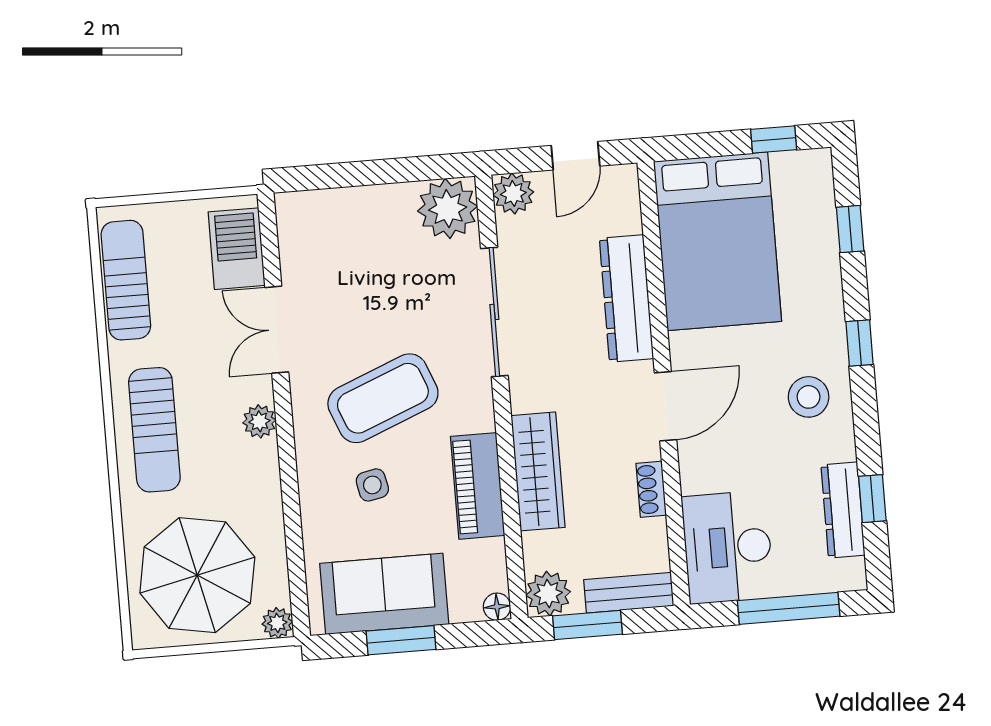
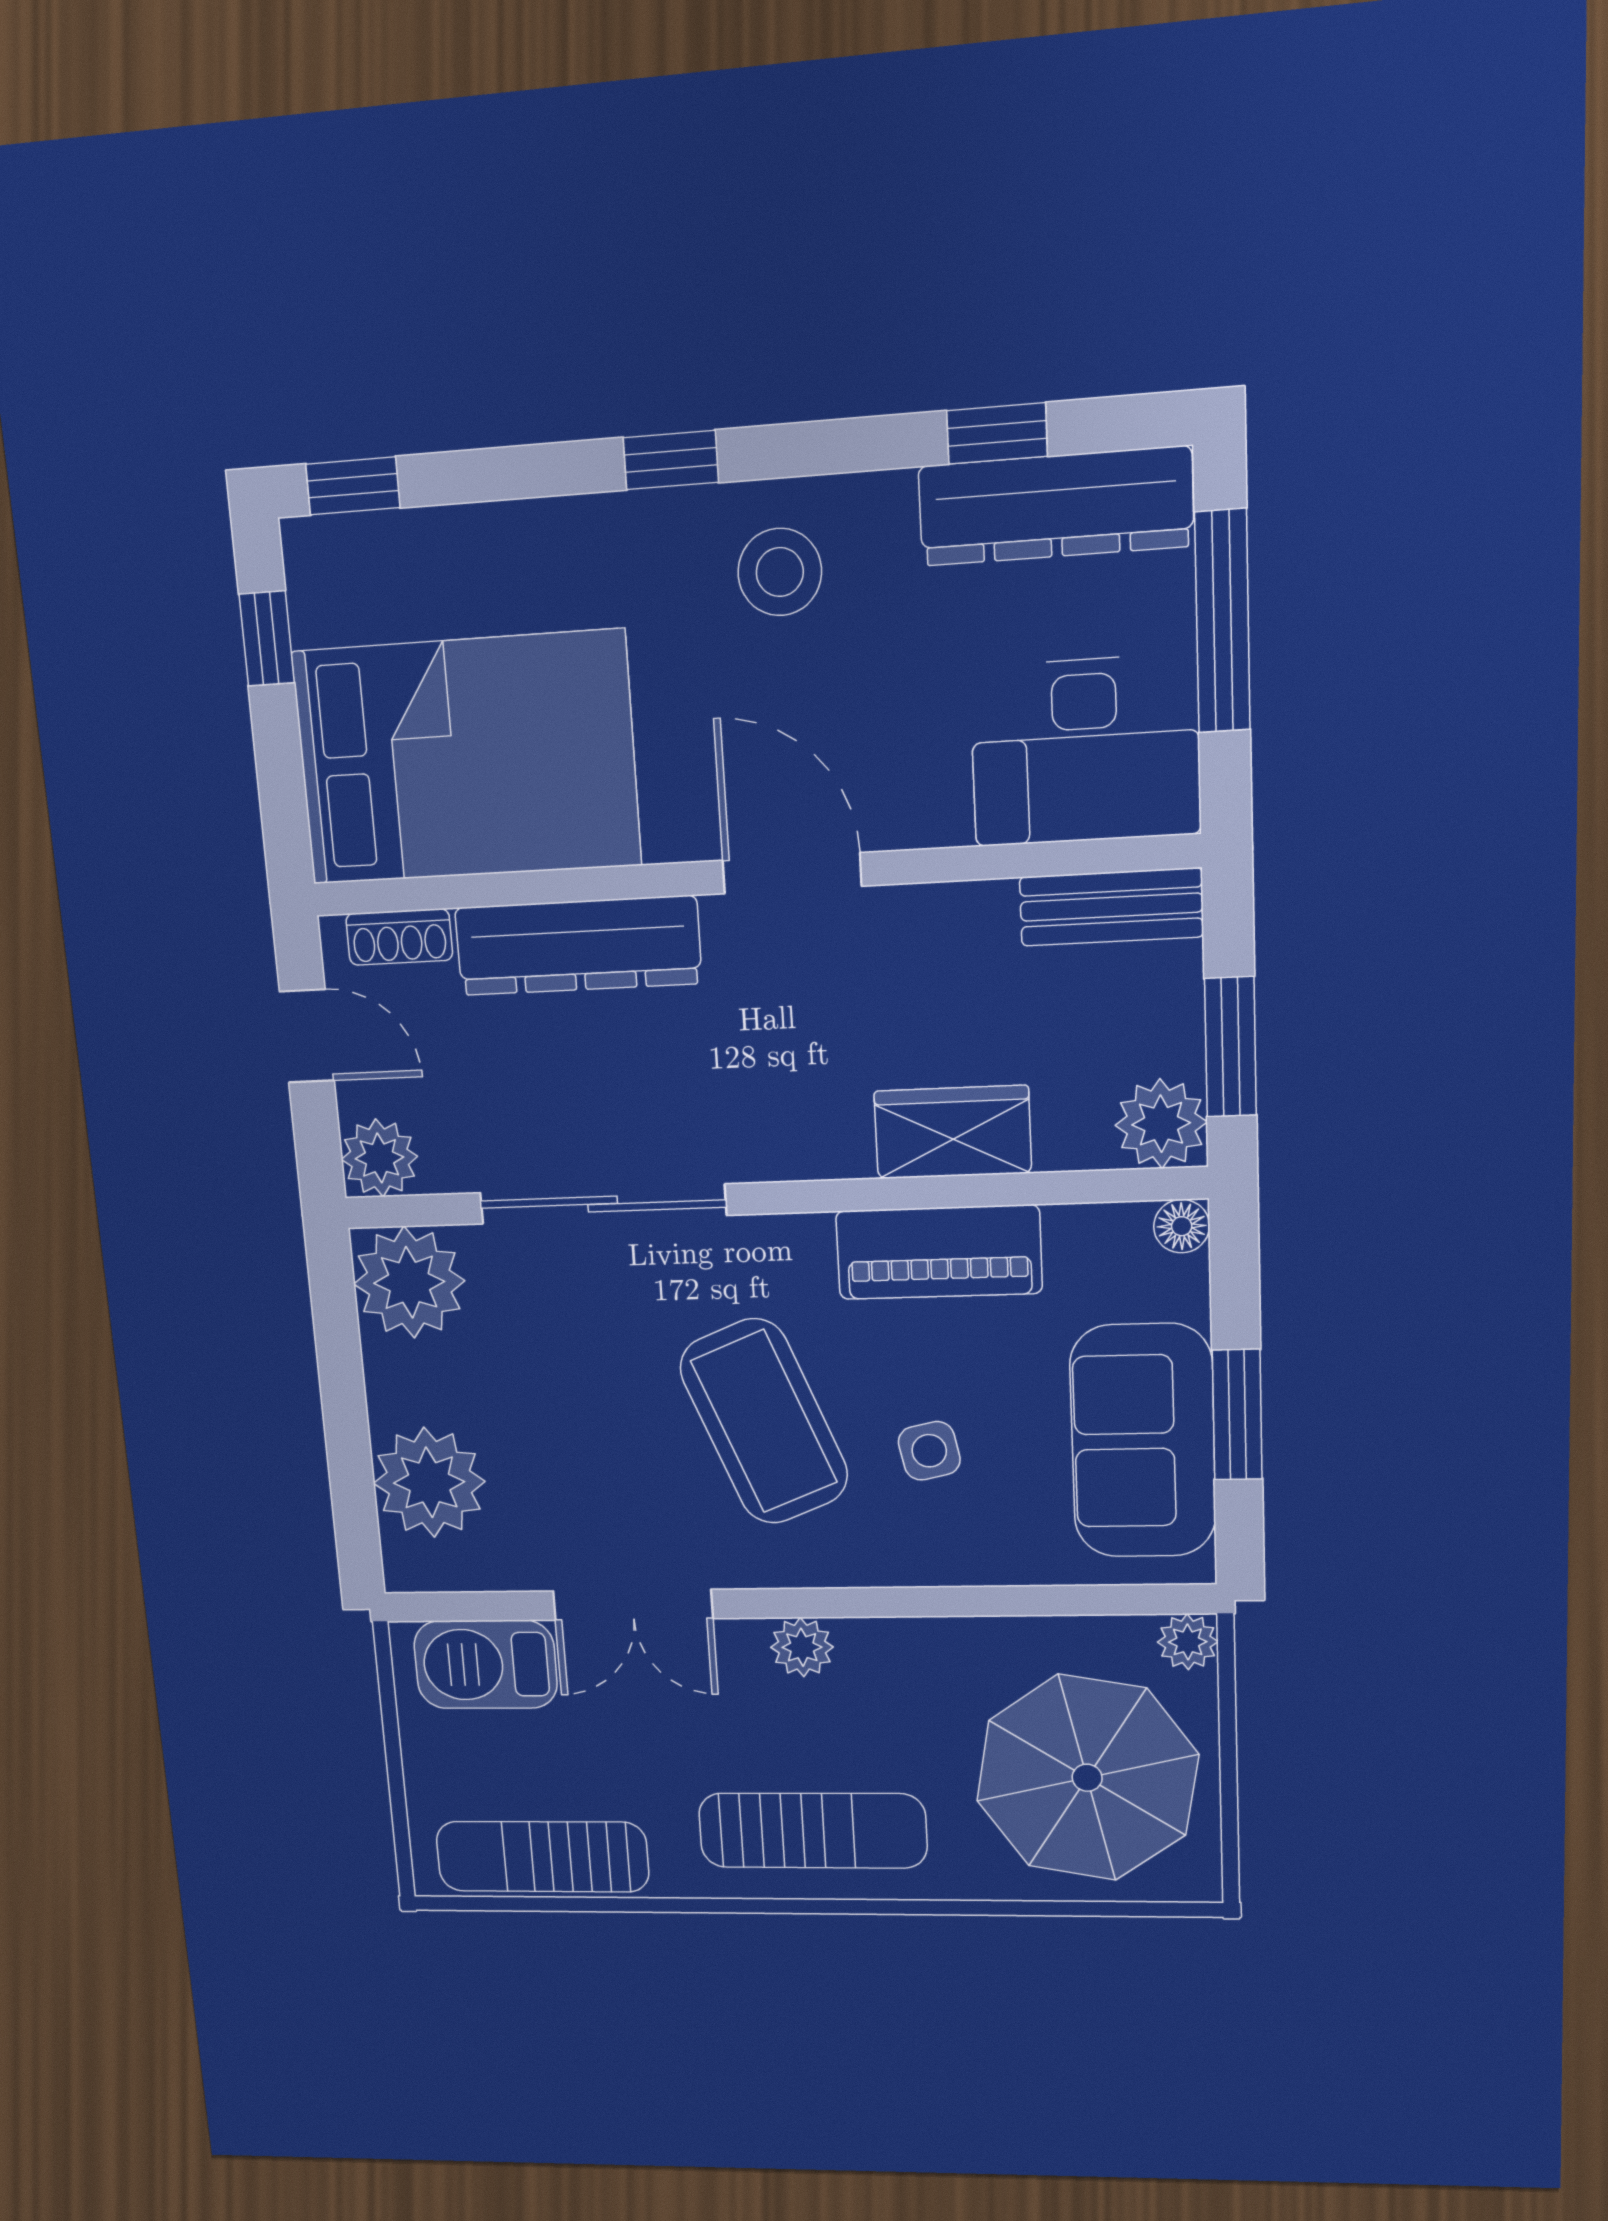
plant: (338, 218) -> (429, 1482), added
window: (850, 229) -> (353, 486), moved
wardrobe: (538, 471) -> (953, 1132), width x0.67
shoe rack: (651, 489) -> (399, 937), moved
dresser: (843, 510) -> (1056, 506), width x1.37, depth x1.24
bench: (629, 593) -> (1111, 907), moved, turned 90

